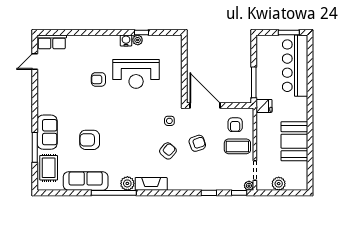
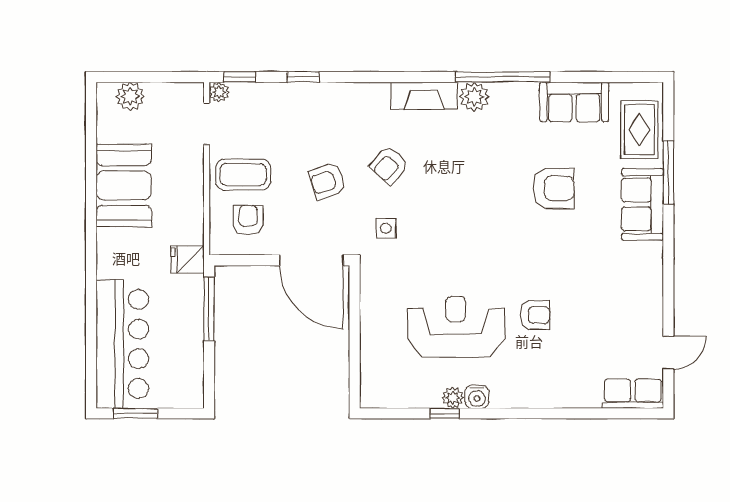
sofa: (86, 181) -> (574, 102), width x0.73
plant: (279, 184) -> (130, 96), moved

